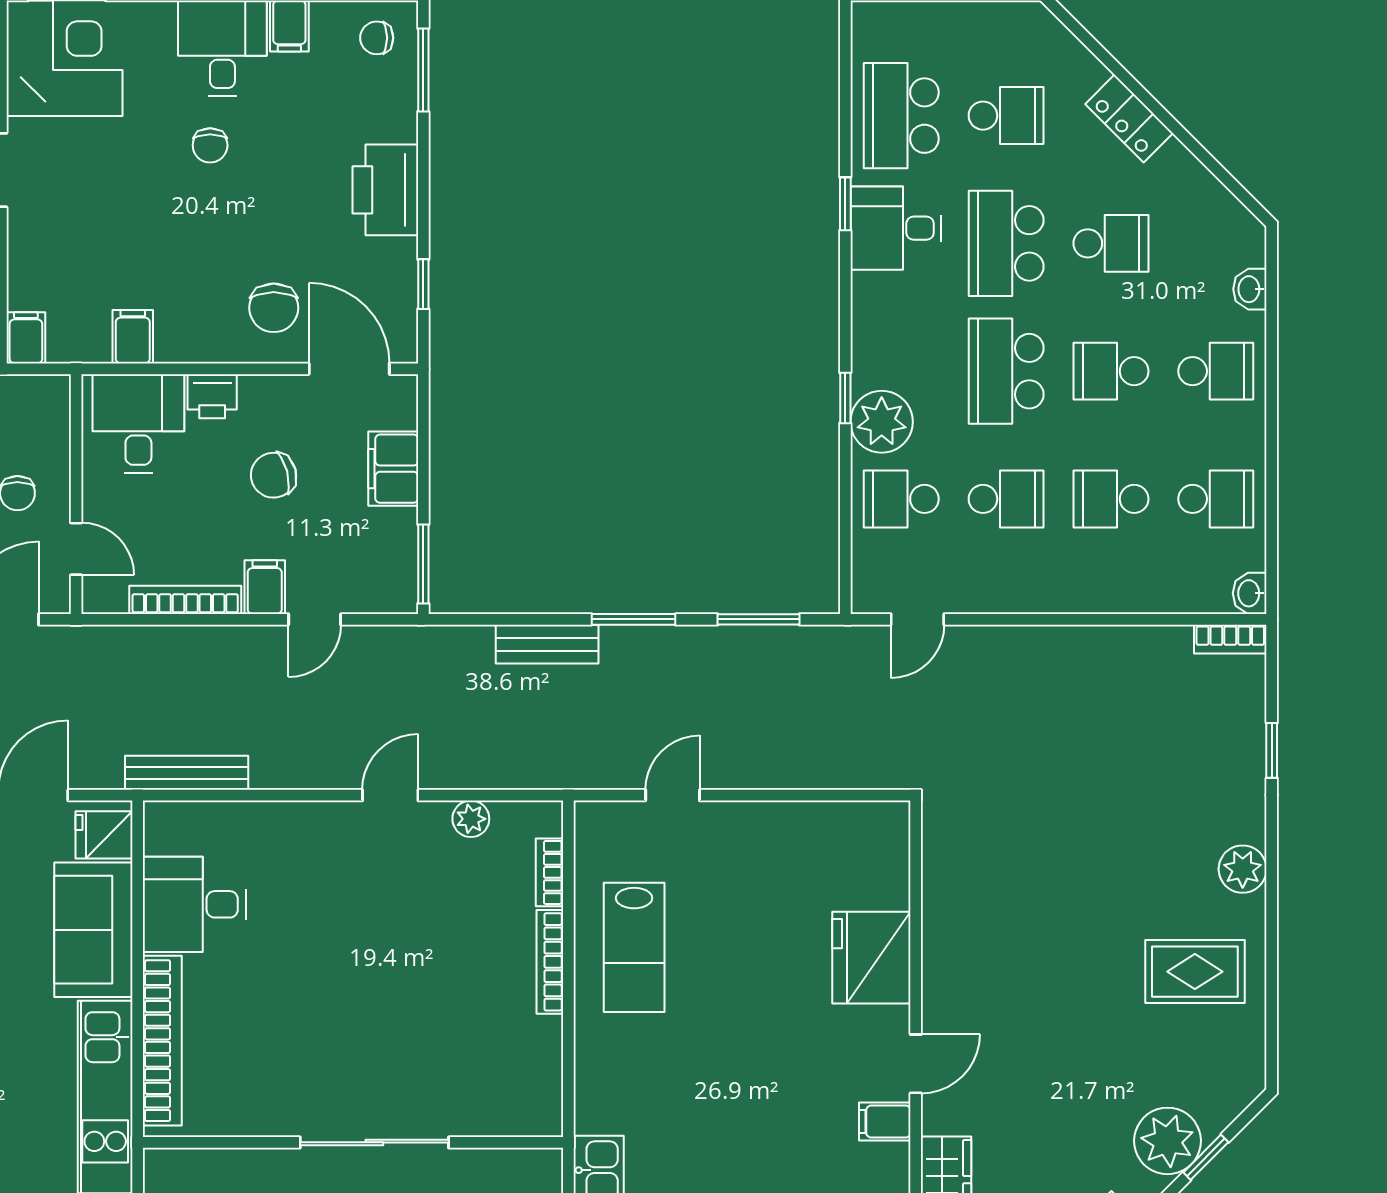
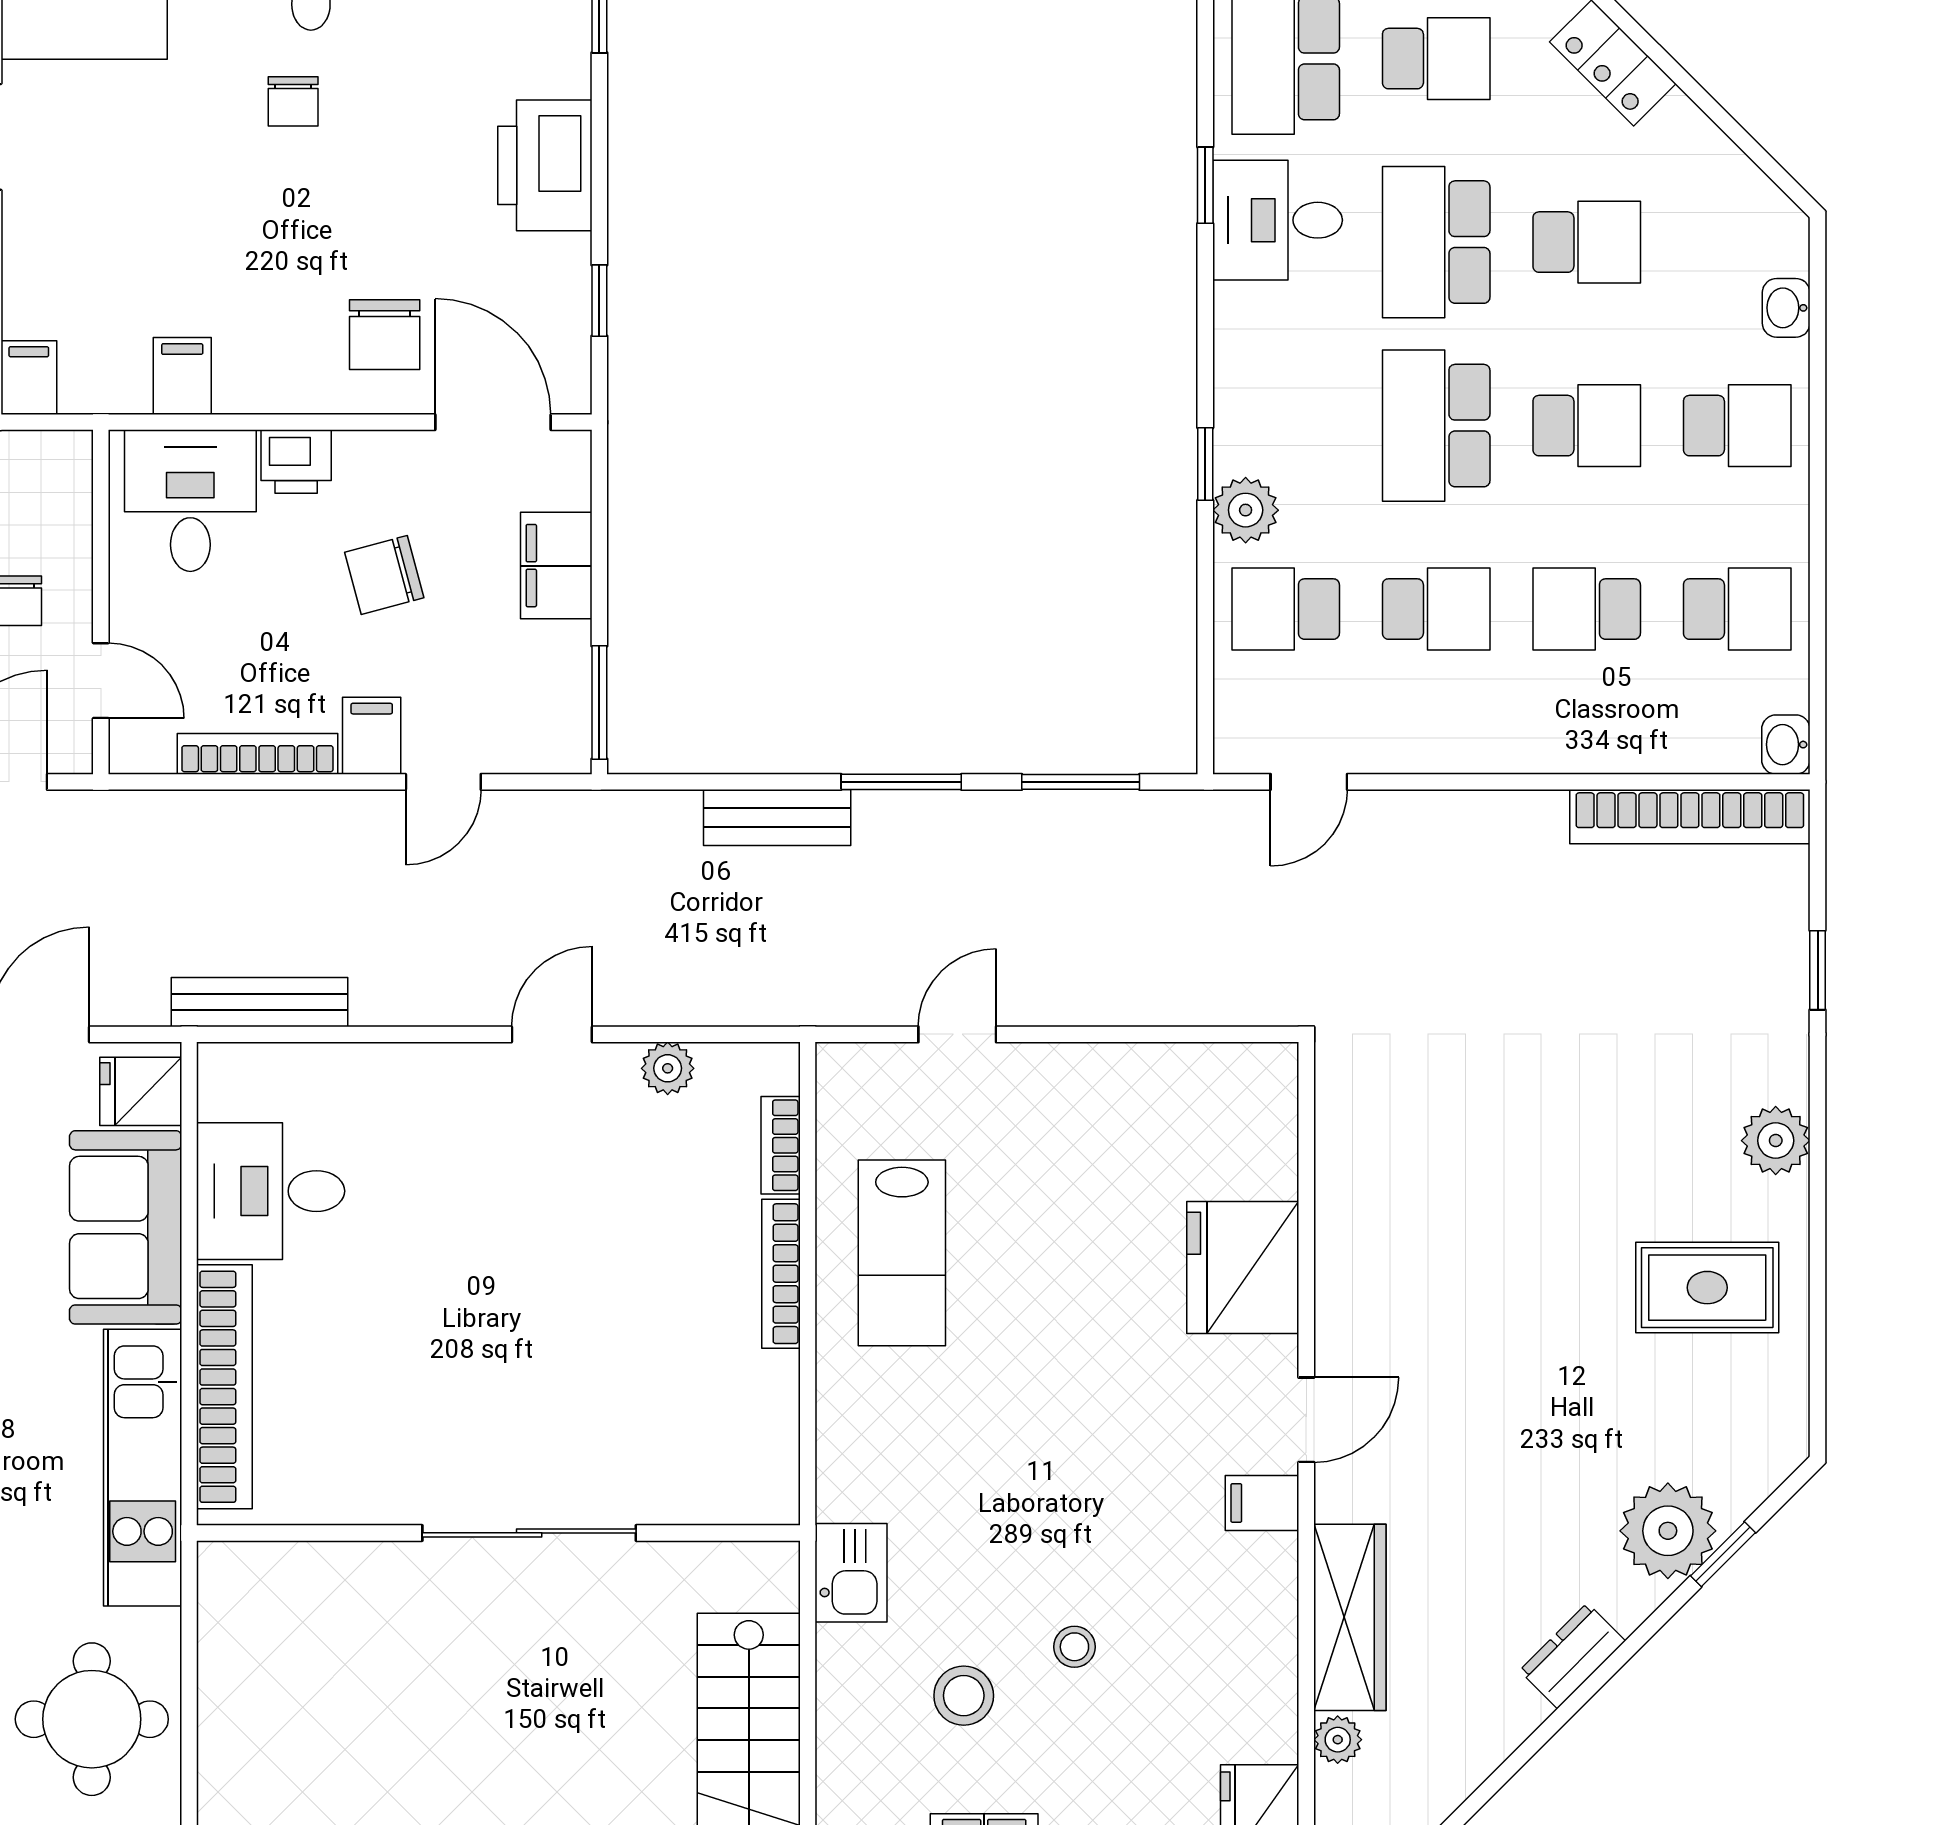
school desk: (1111, 371) -> (1587, 426), turned 180
plant: (882, 422) -> (1246, 510), width x0.73, depth x0.73
bookcase: (1230, 639) -> (1690, 817), width x2.31, depth x1.31

